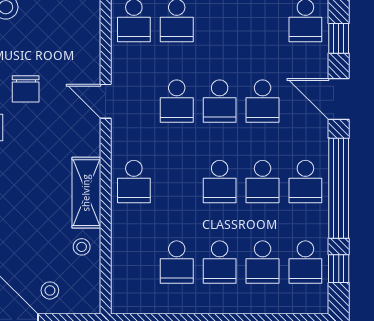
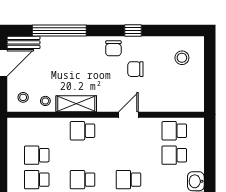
school desk: (177, 101) -> (128, 155), removed
stool: (50, 290) -> (23, 97), moved

